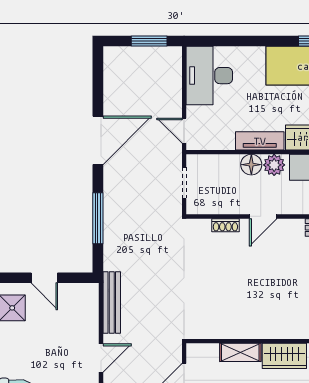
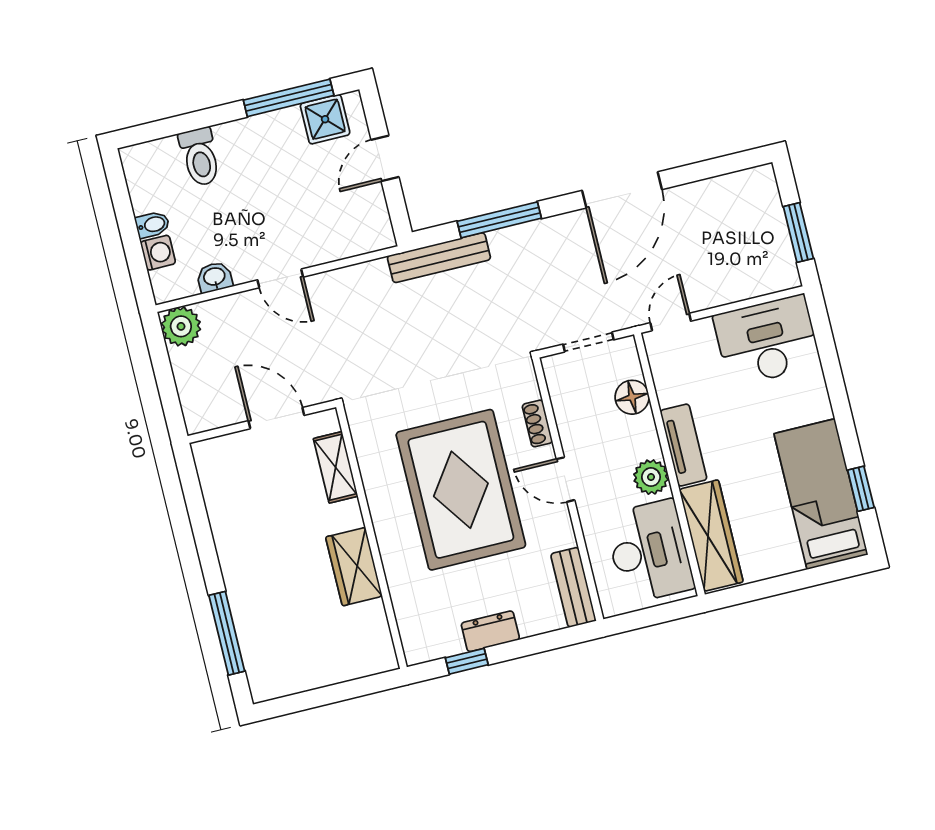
door: (98, 140) -> (622, 190), hinge flipped
floor lamp: (251, 165) -> (632, 397), moved
rug: (254, 281) -> (461, 490), added
bench: (112, 303) -> (439, 258), moved
shelving: (240, 352) -> (336, 467), moved

